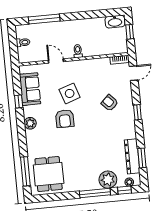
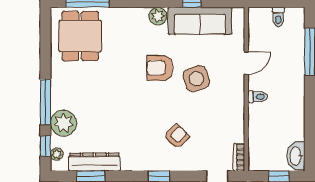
sofa: (30, 89) -> (200, 21), width x1.36
dining table: (49, 174) -> (80, 36), turned 90

